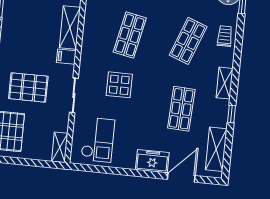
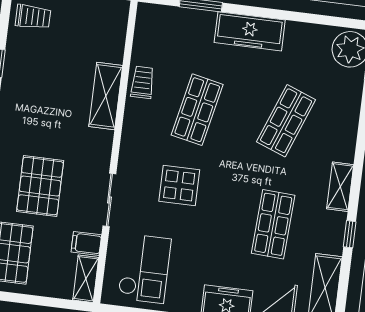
trolley: (225, 36) -> (142, 82), moved
filing cabinet: (66, 57) -> (86, 243), moved
pallet: (28, 87) -> (40, 186), turned 90

